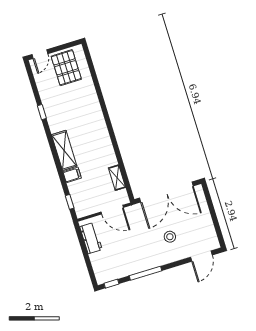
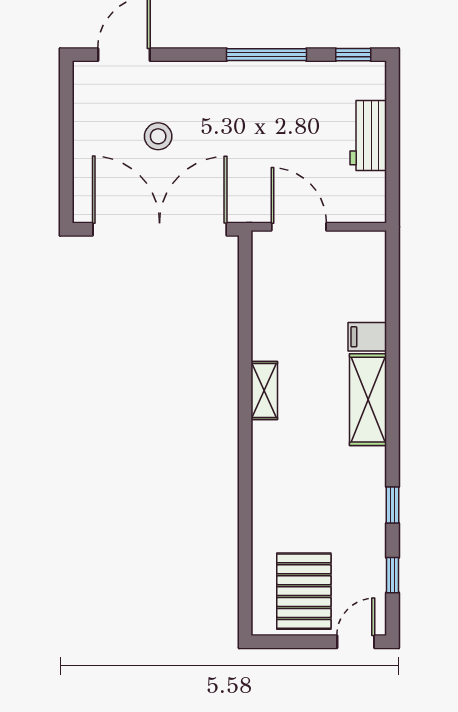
shelving: (117, 178) -> (264, 391), moved
window: (70, 202) -> (393, 575), moved
stool: (170, 237) -> (158, 136), moved
workbench: (91, 238) -> (368, 135), moved

